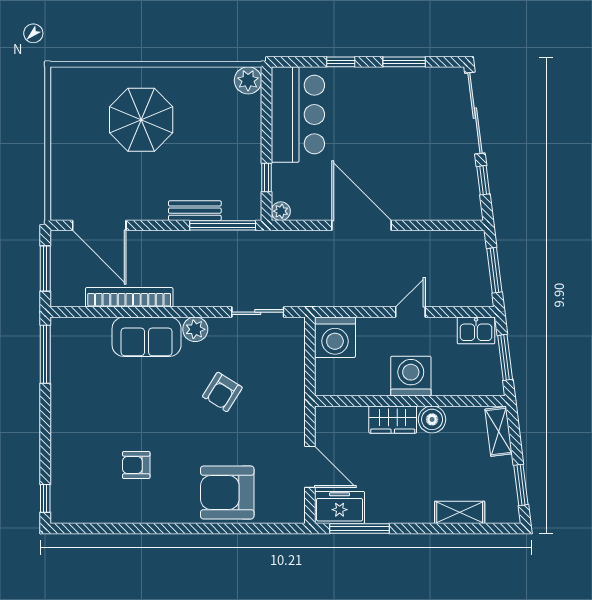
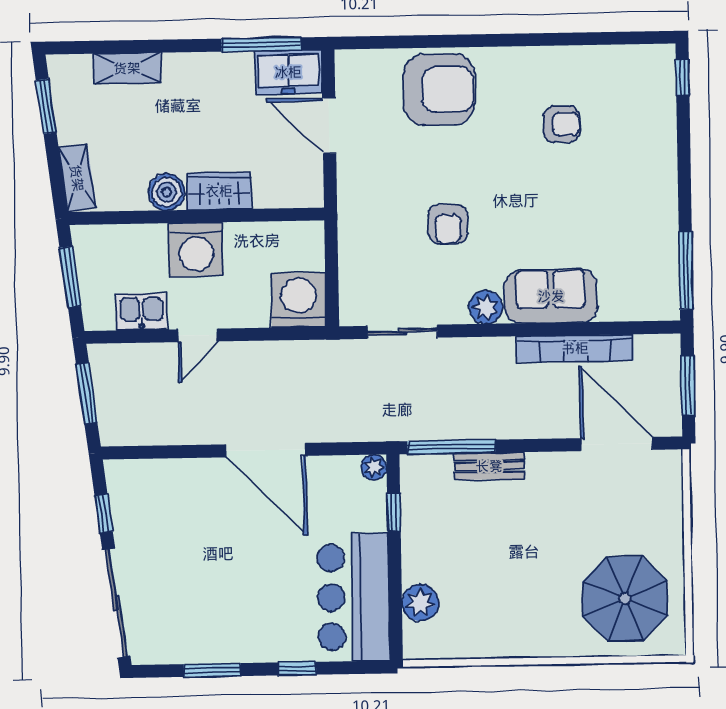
plant: (248, 80) -> (420, 603), moved
parasol: (141, 120) -> (625, 599), moved
kitchen sink: (476, 330) -> (141, 312), moved
armchair: (222, 392) -> (448, 224), turned 148

